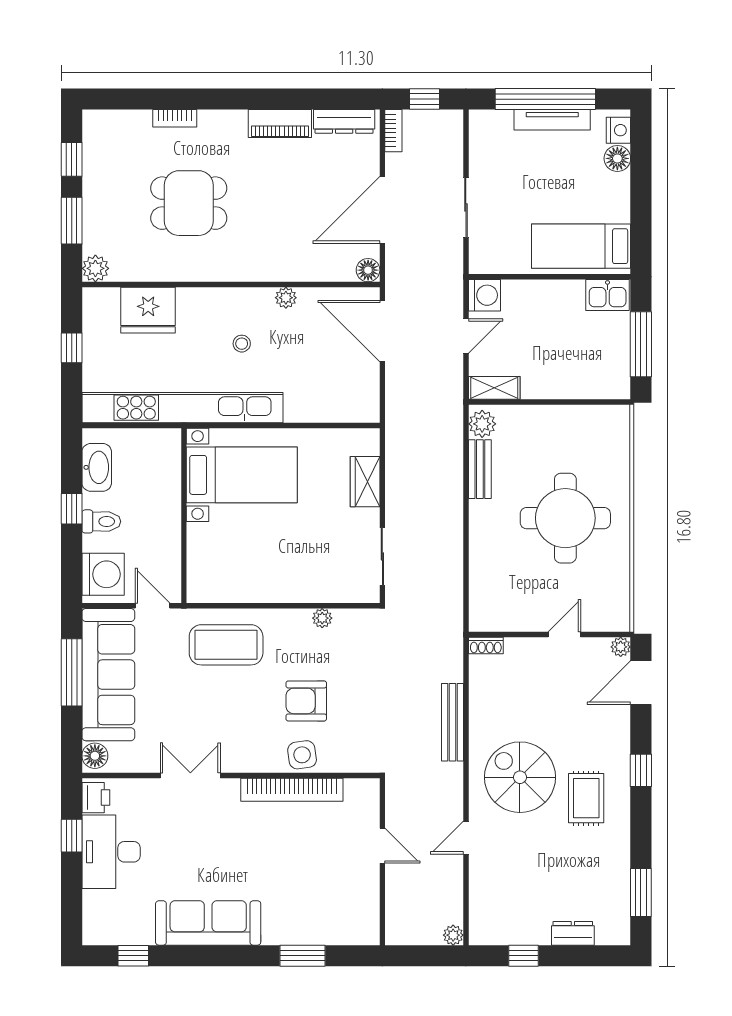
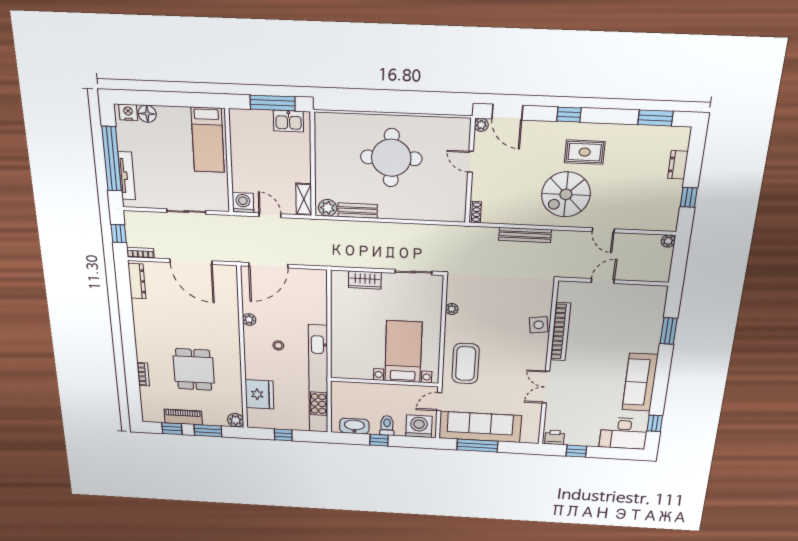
tv unit: (552, 120) -> (127, 176), moved
piano: (280, 124) -> (183, 417), moved, turned -90
floor lamp: (368, 270) -> (230, 272), removed
kitchen sink: (608, 295) -> (289, 121), moved, turned 90
bed with nightstands: (242, 475) -> (403, 352), moved
armchair: (306, 701) -> (504, 321), removed
floor lamp: (95, 756) -> (529, 437), removed
desk: (111, 852) -> (624, 433), moved

